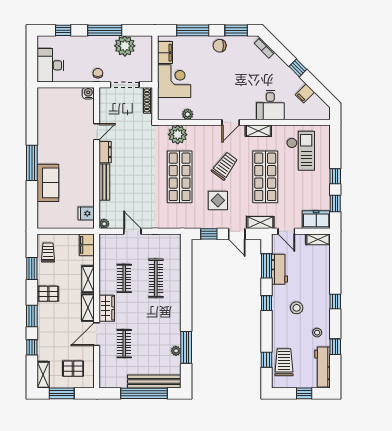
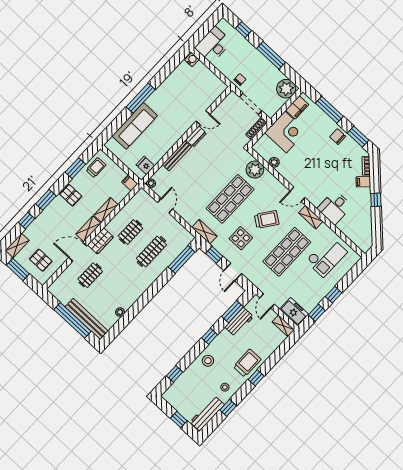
plant: (125, 46) -> (286, 89), moved
water cooler: (88, 93) -> (192, 60), moved
filing cabinet: (305, 93) -> (363, 182), moved
sofa: (48, 183) -> (135, 126), width x1.36
shelving: (260, 223) -> (204, 232), moved
filing cabinet: (87, 245) -> (130, 183), width x0.50
stool: (297, 308) -> (208, 361), moved
window: (186, 347) -> (182, 259), moved
trolley: (284, 362) -> (247, 363), moved

